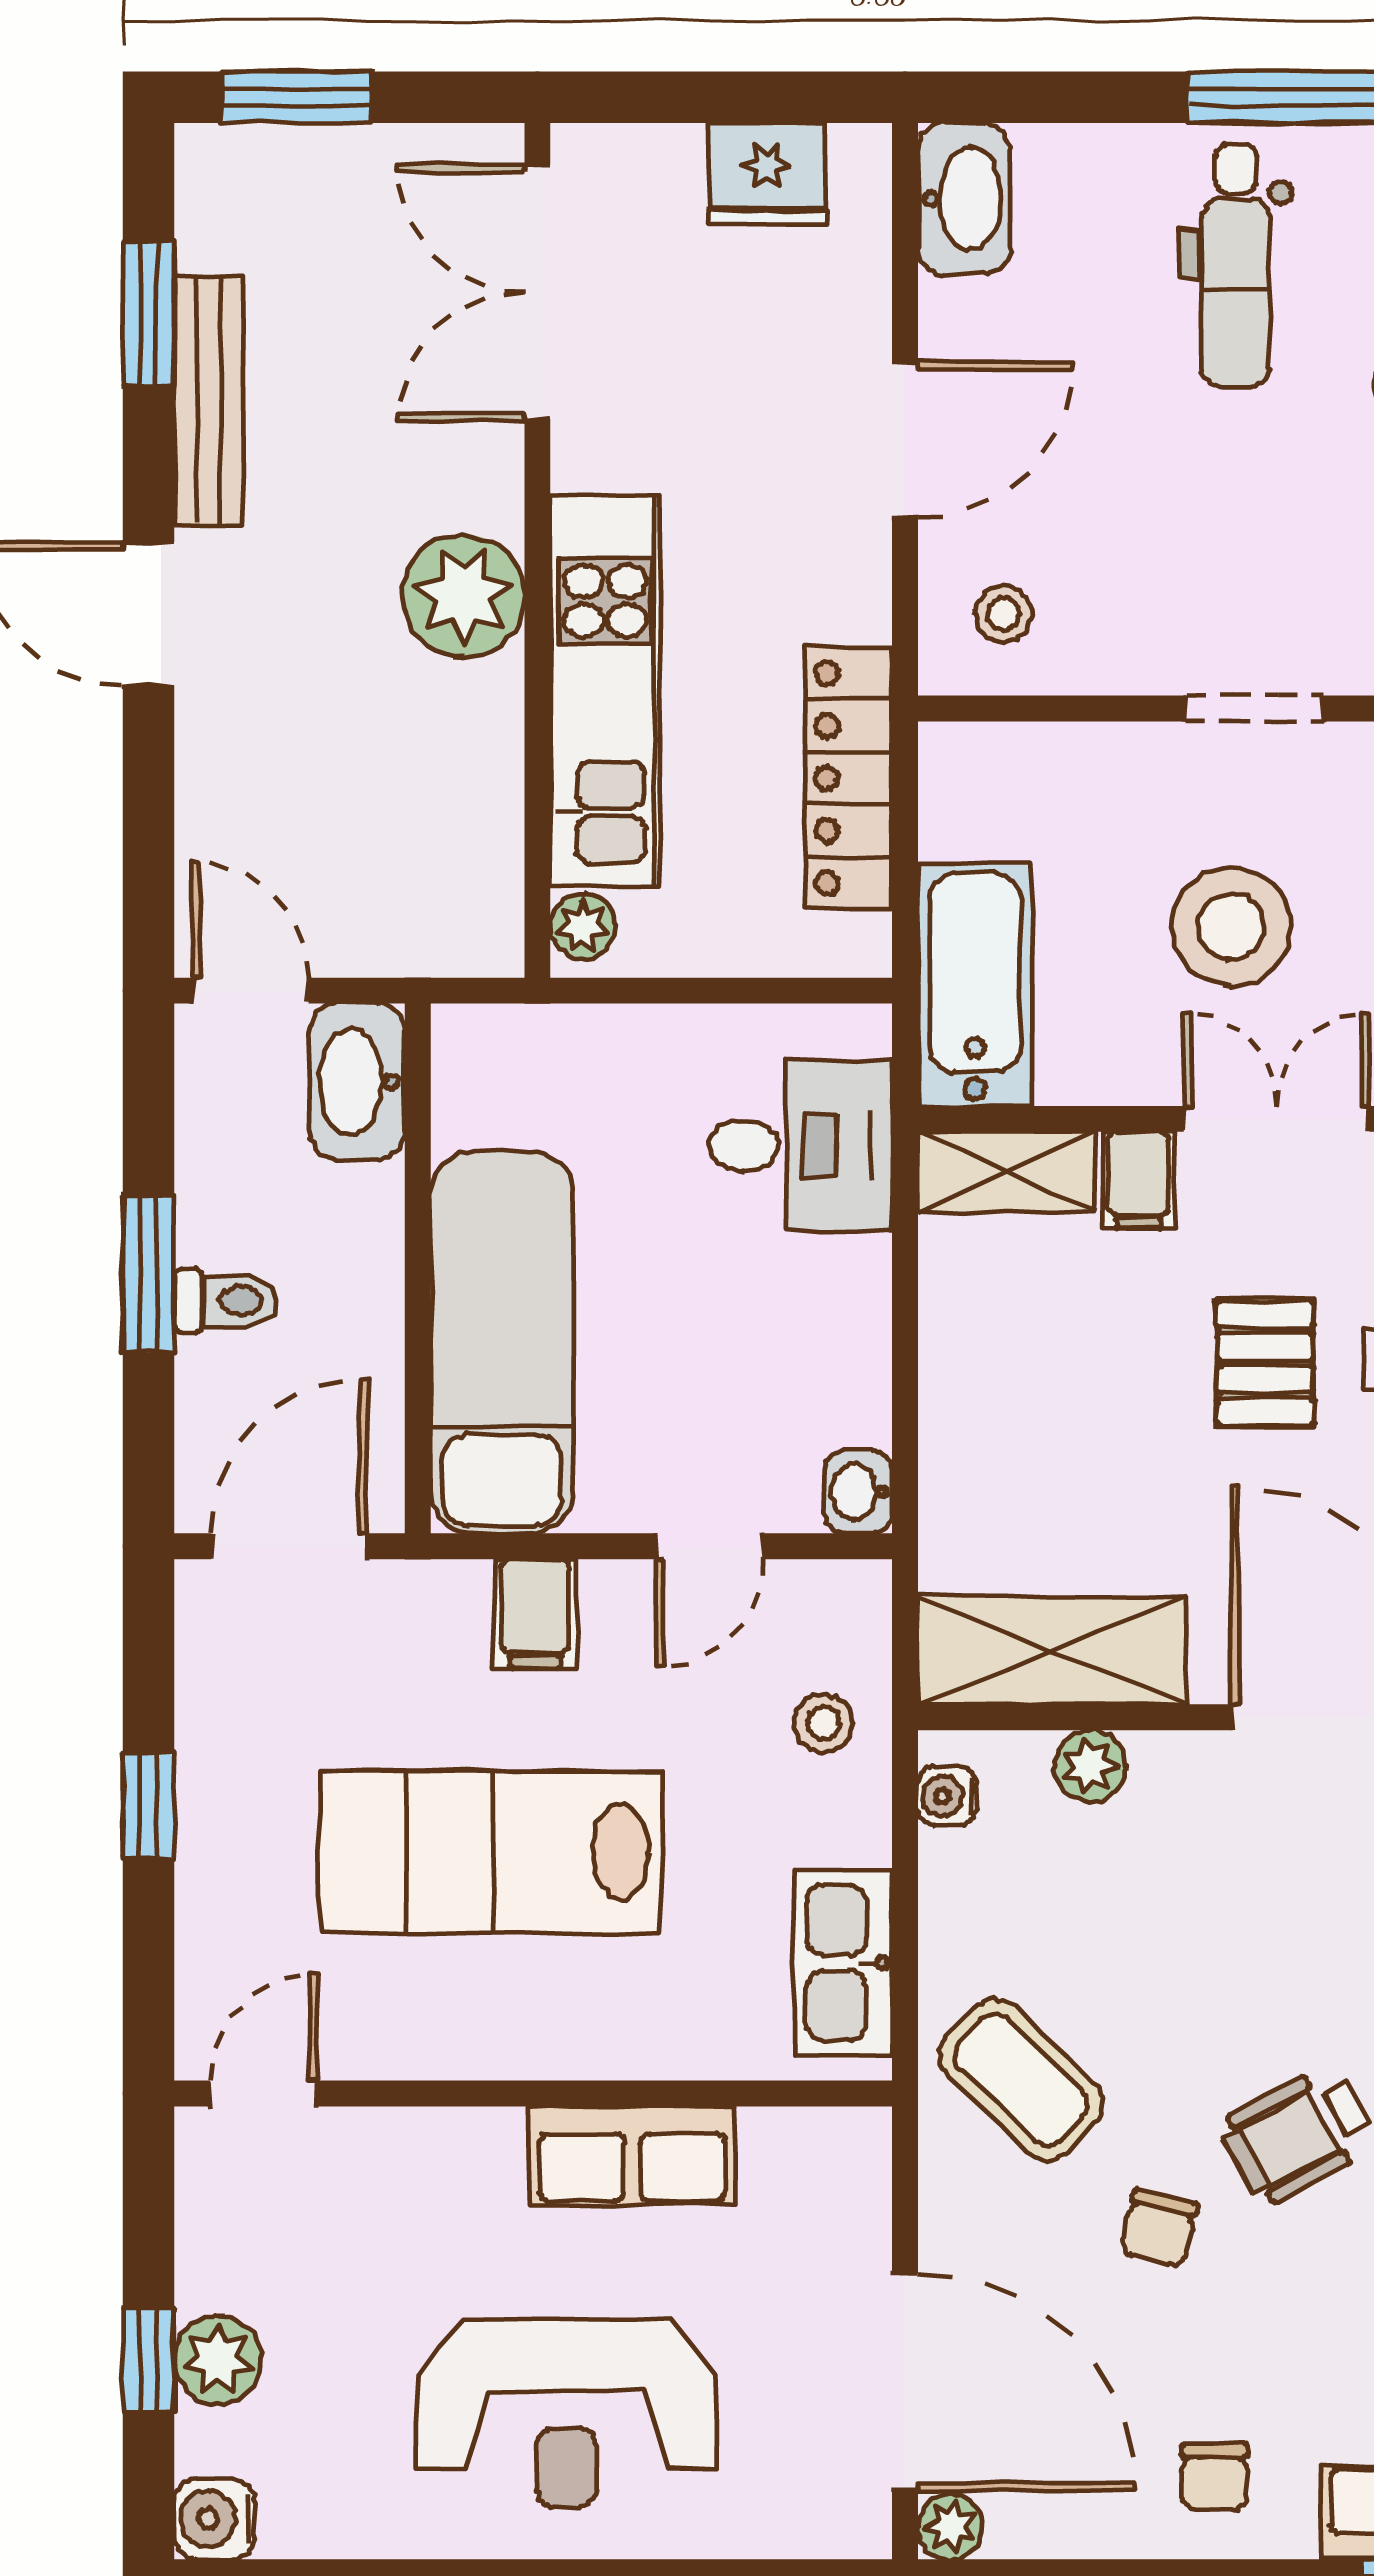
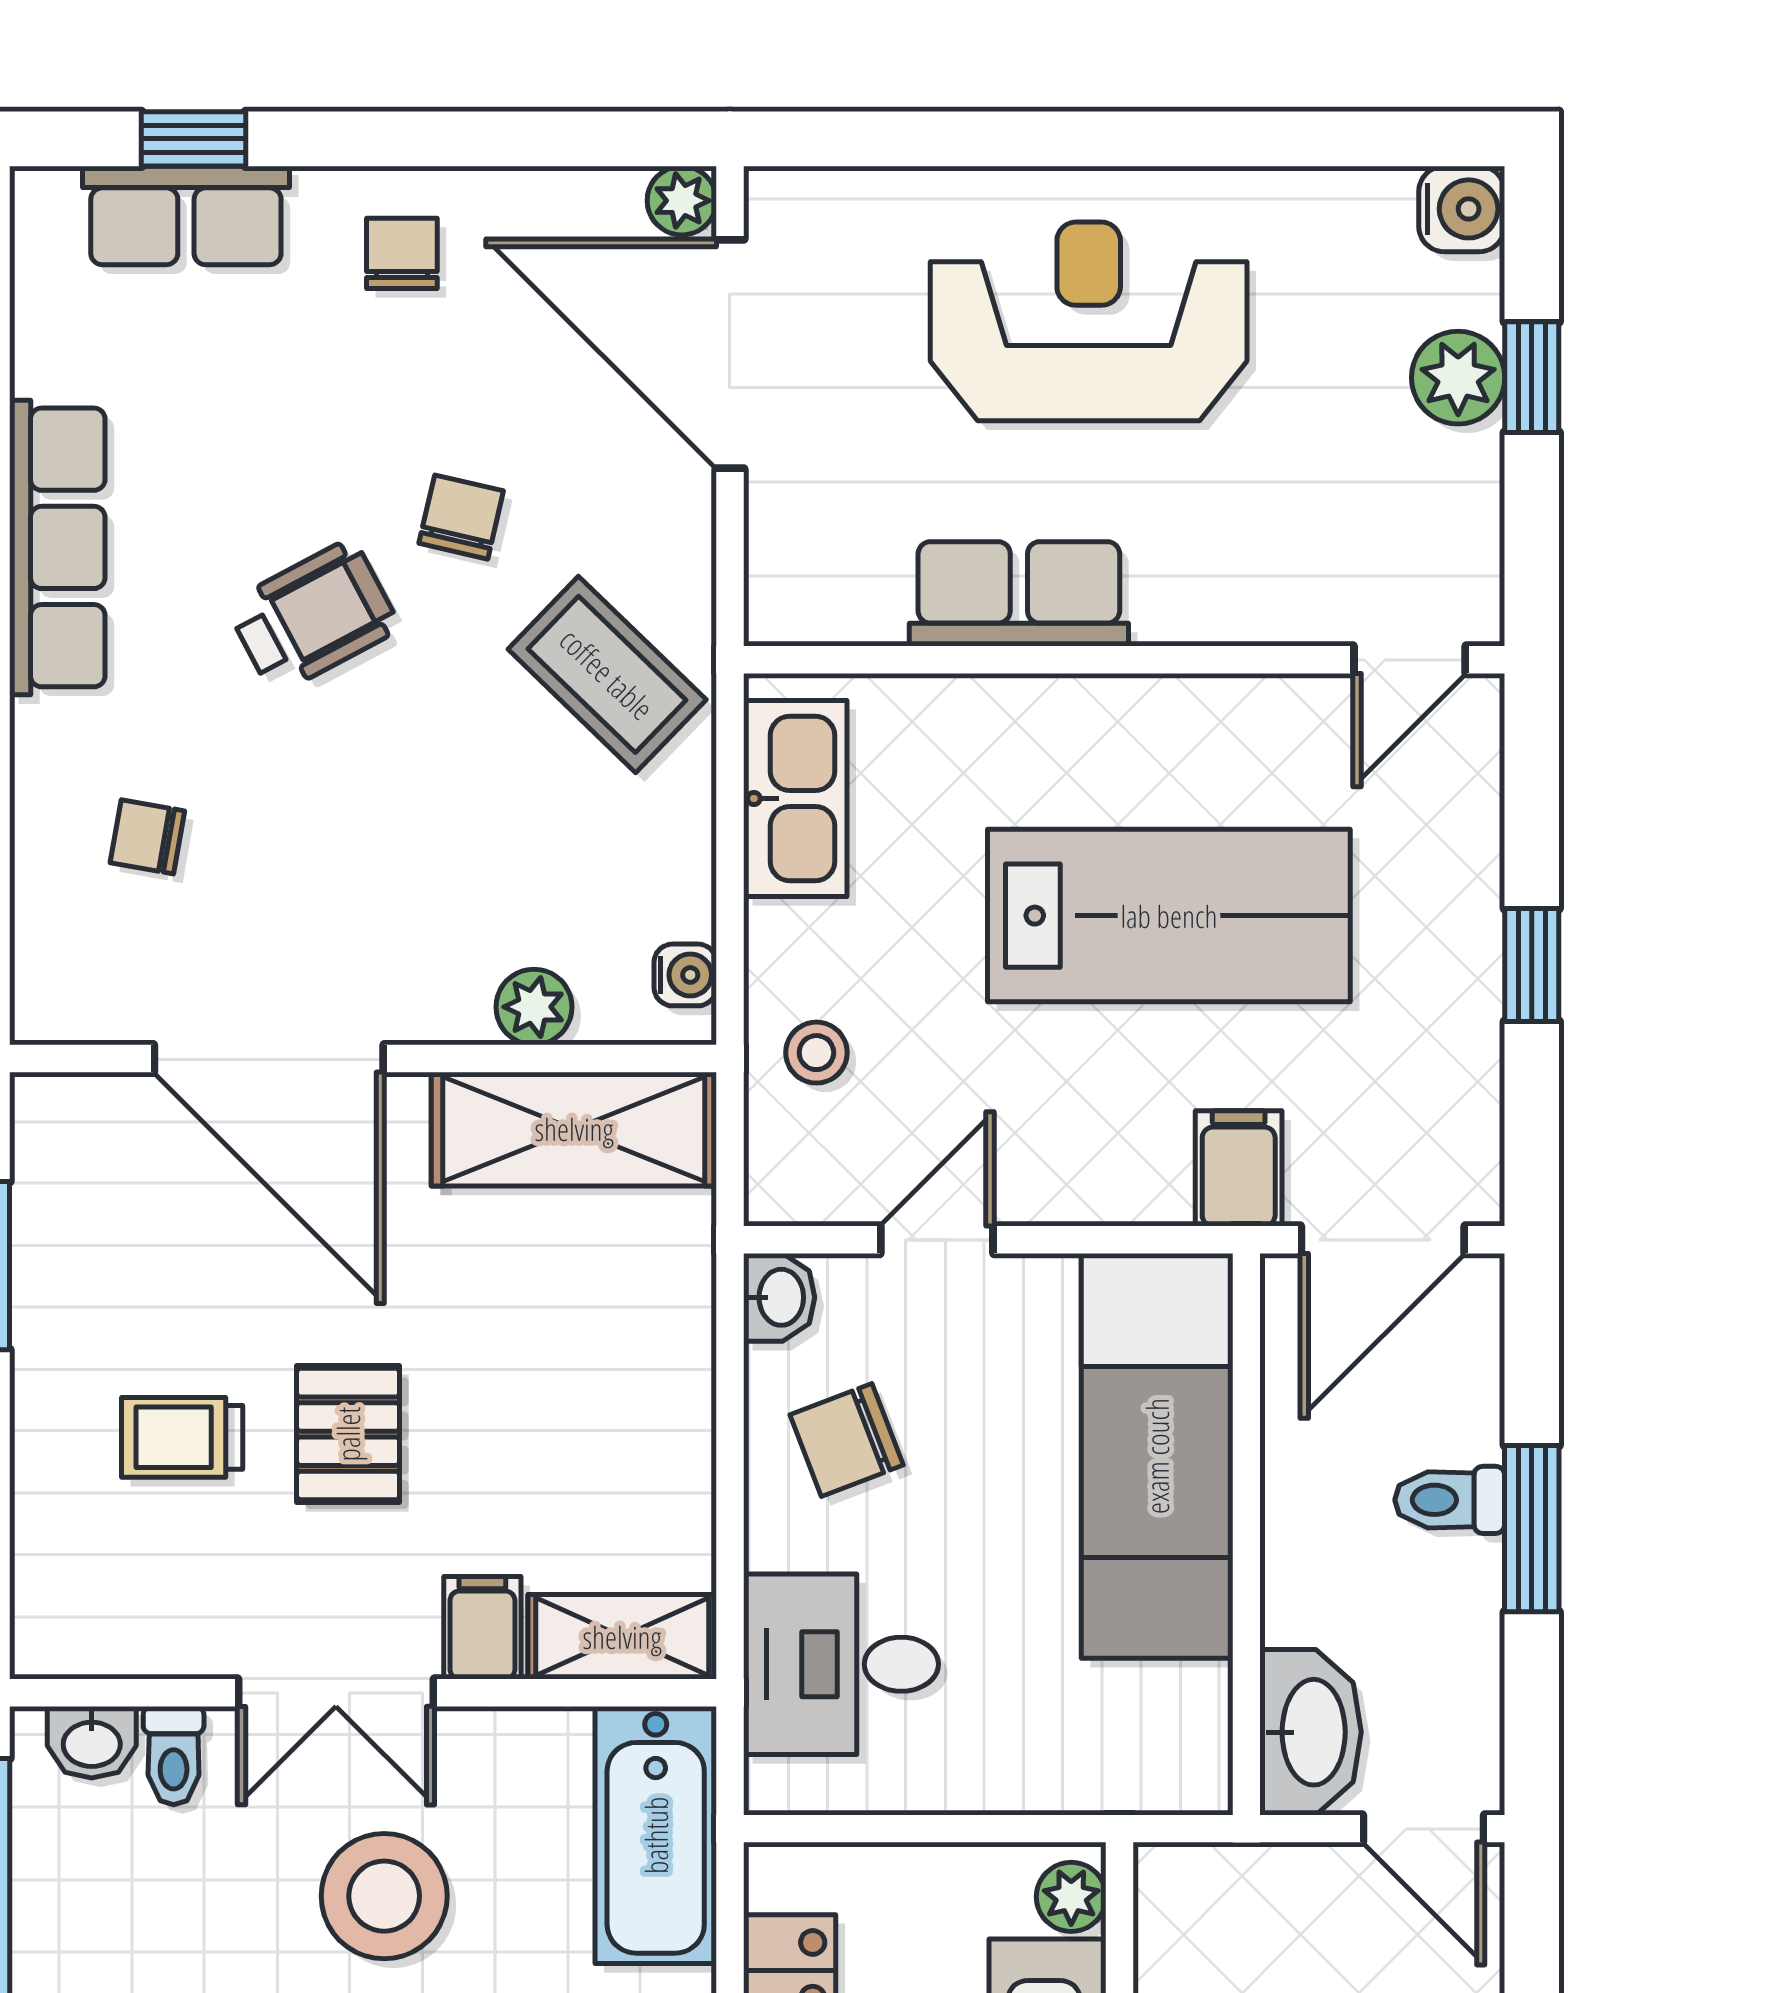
chair: (795, 1357) -> (847, 1440), added
filing cabinet: (535, 1614) -> (1239, 1168), moved

